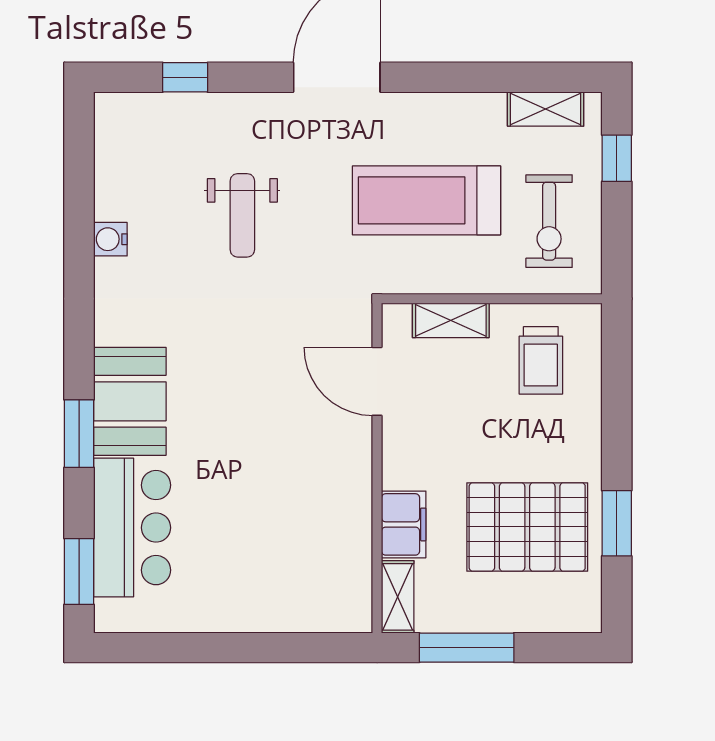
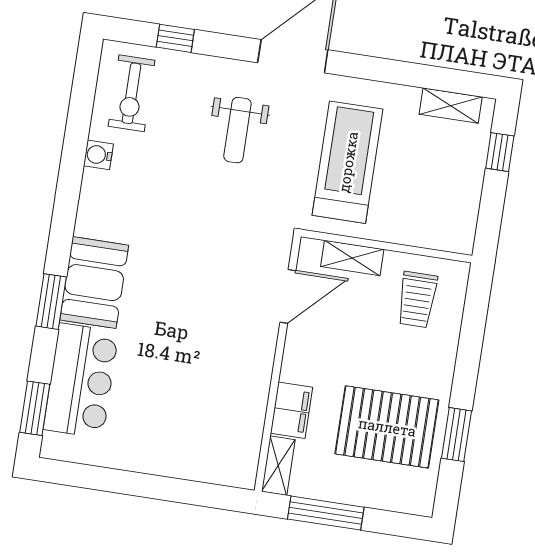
treadmill: (426, 200) -> (348, 162), turned 90
weight bench: (242, 215) -> (237, 130), moved
exercise bike: (549, 221) -> (132, 93), moved
door: (377, 381) -> (288, 296), swing flipped

